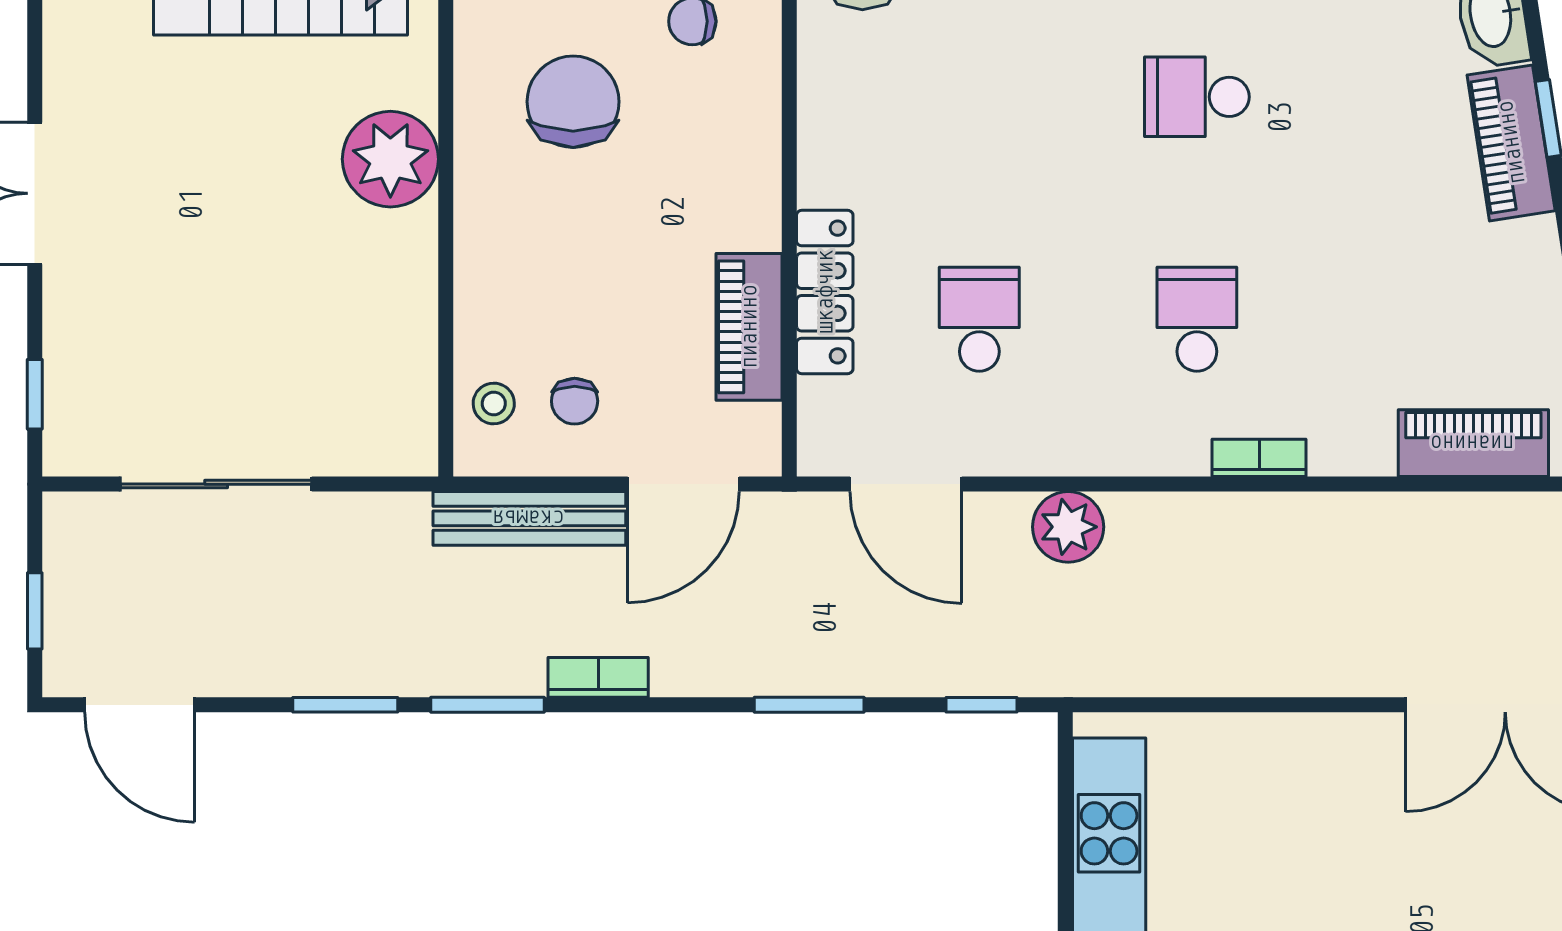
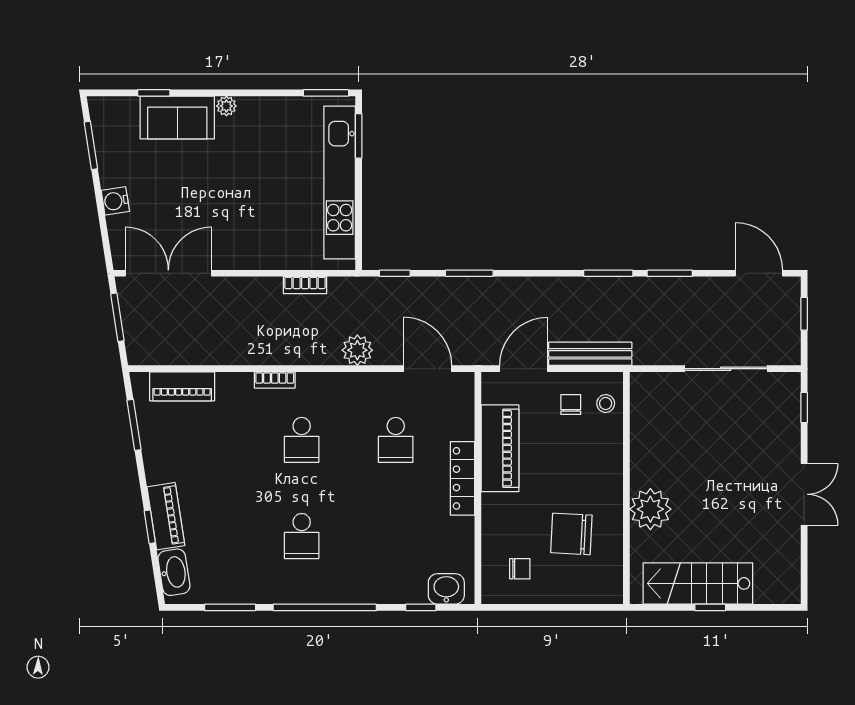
school desk: (1197, 97) -> (302, 536), turned 90
chair: (573, 102) -> (571, 534), turned 93
locker: (825, 292) -> (463, 478), moved
piano: (749, 327) -> (500, 448), width x1.37, depth x1.33
bookcase: (598, 677) -> (305, 285), moved

